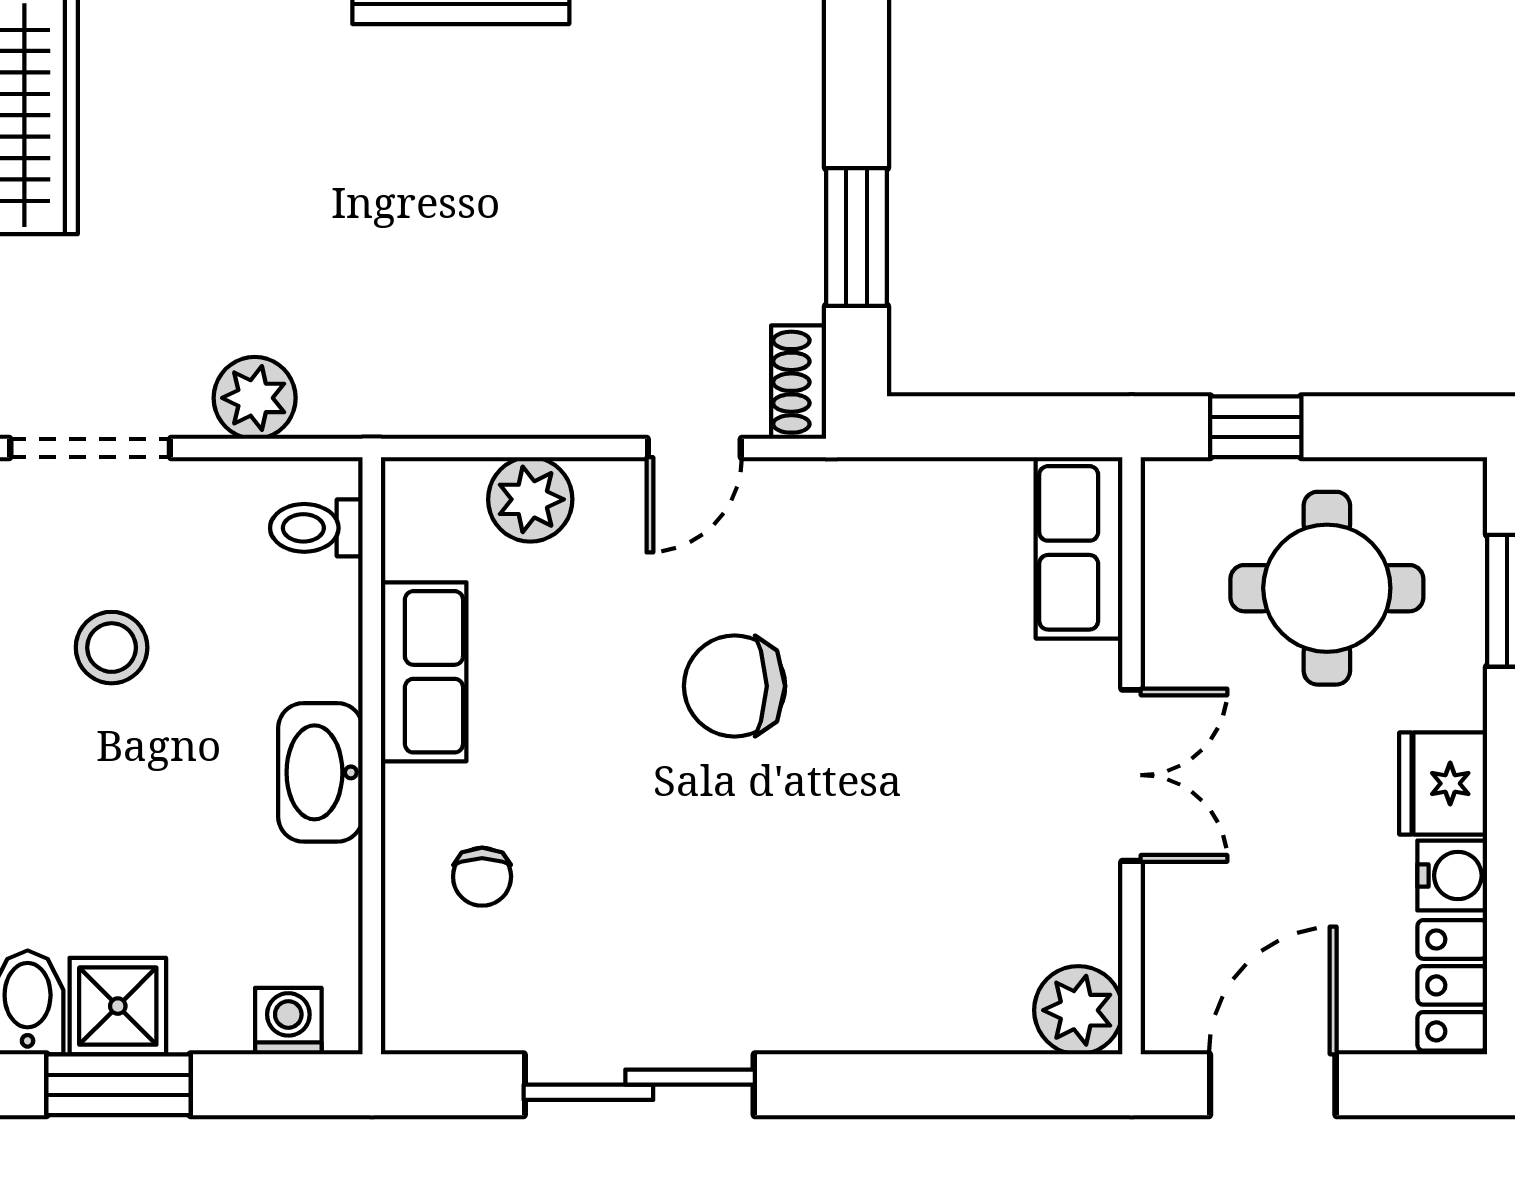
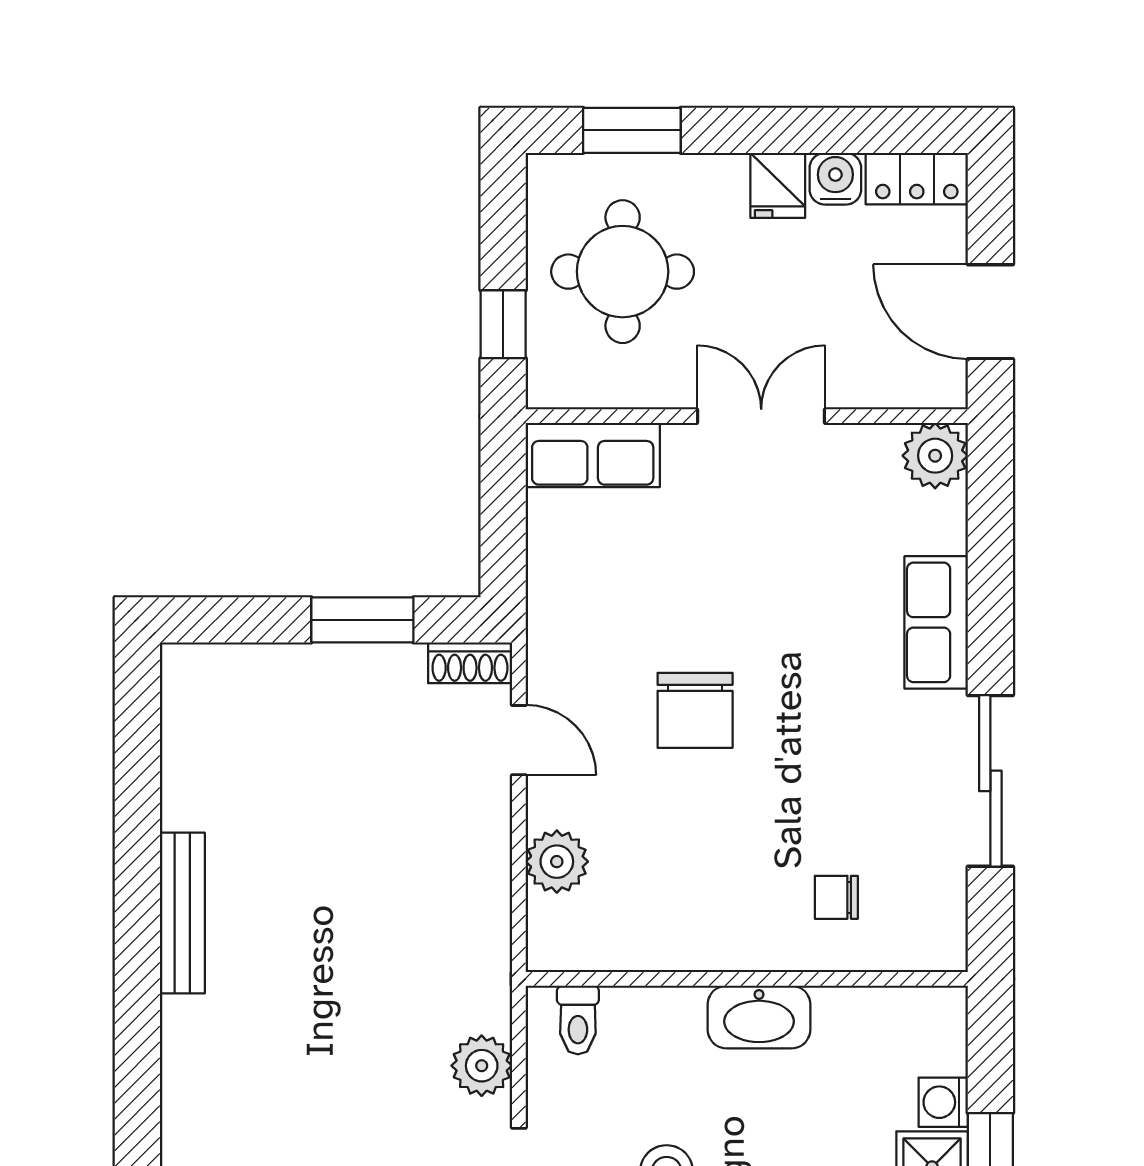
row of seats: (424, 672) -> (936, 622), moved, turned -90
fridge: (1443, 783) -> (778, 185), width x0.72
chair: (482, 877) -> (836, 897), turned 180
washing machine: (288, 1021) -> (943, 1102), moved

